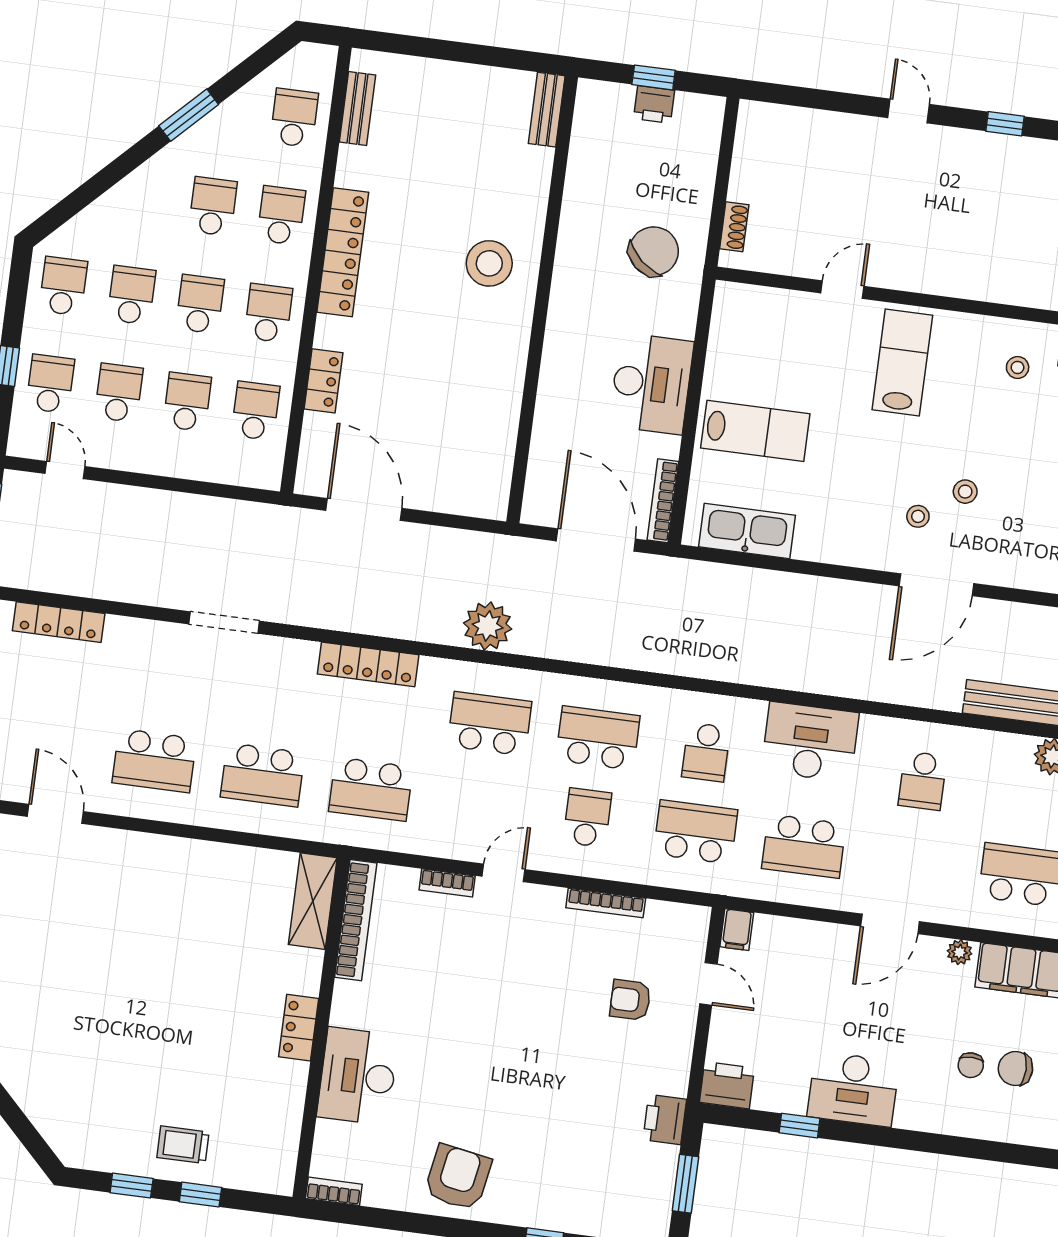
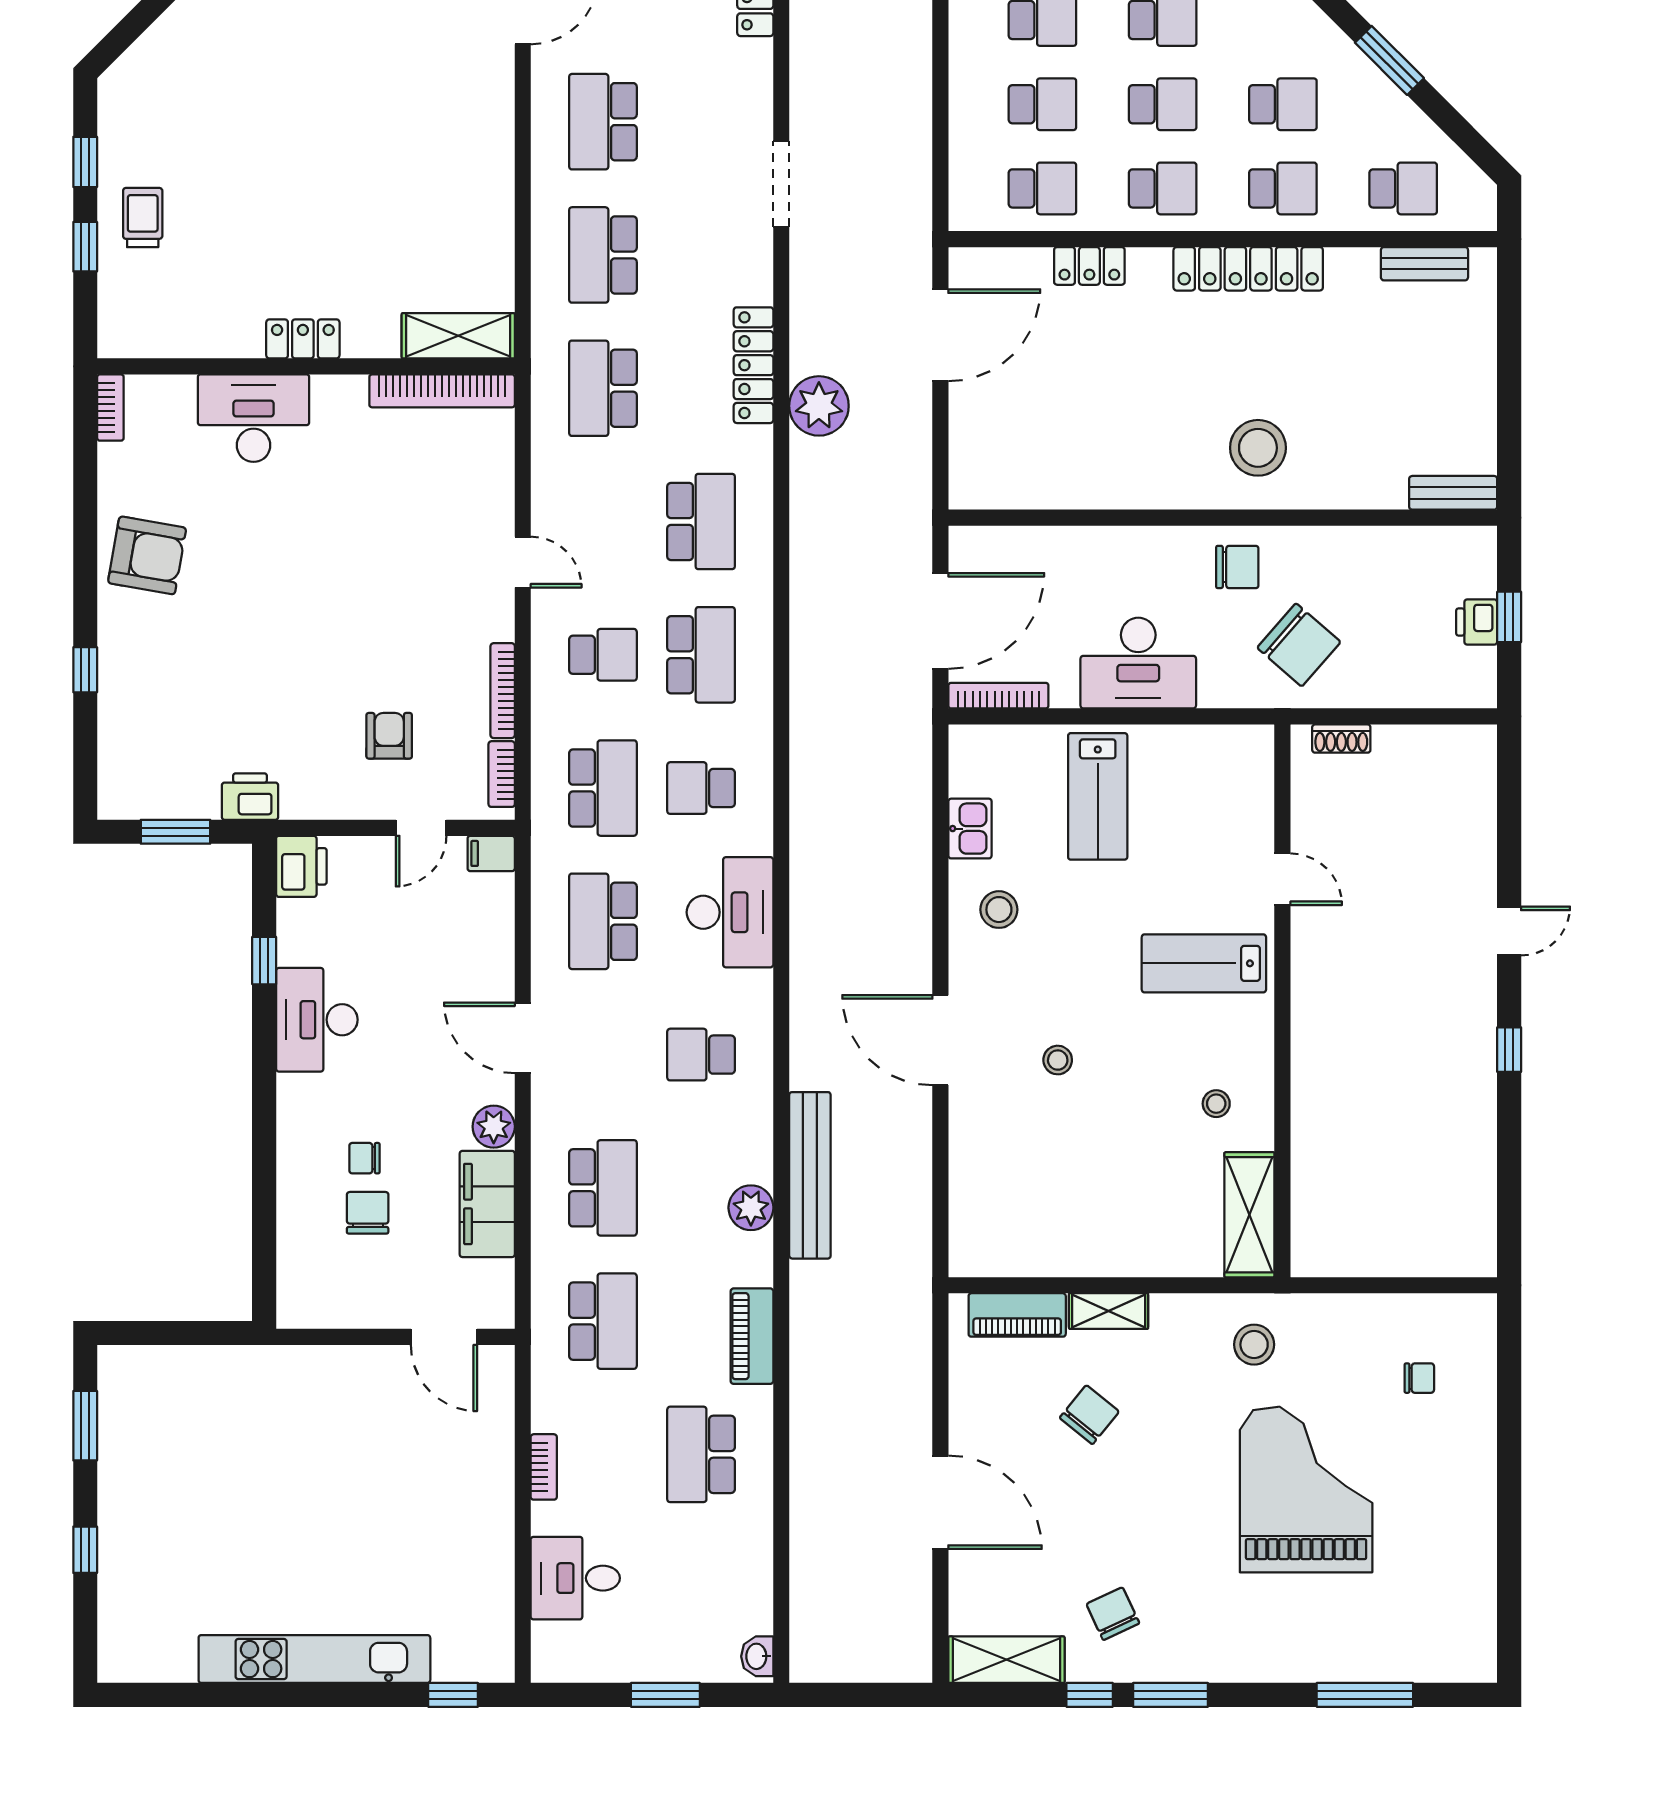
chair: (584, 293) -> (1237, 567), added
lab bench: (902, 362) -> (1204, 963), turned 180
stool: (918, 516) -> (999, 910), moved, width x1.37, depth x1.37
kitchen sink: (747, 531) -> (970, 829), width x0.53, depth x0.81
plant: (488, 626) -> (819, 406), moved
bookcase: (447, 883) -> (502, 774), moved
plant: (960, 952) -> (494, 1127), width x1.38, depth x1.38

